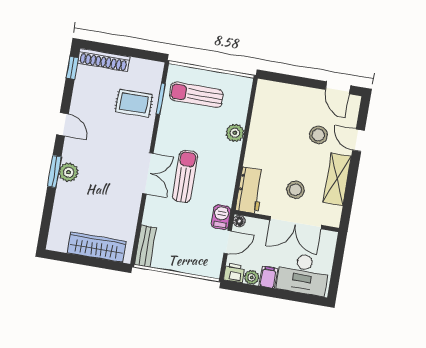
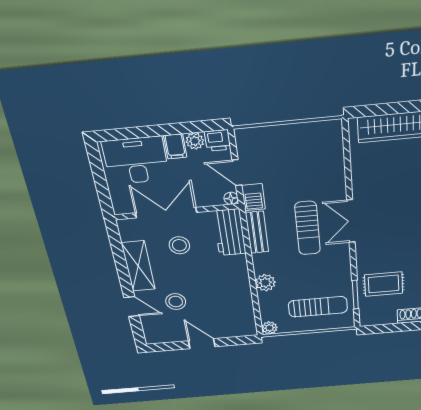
plant: (245, 84) -> (269, 328), added
door: (338, 88) -> (202, 344), moved
door: (228, 242) -> (237, 173), hinge flipped
bench: (145, 246) -> (257, 232), moved

